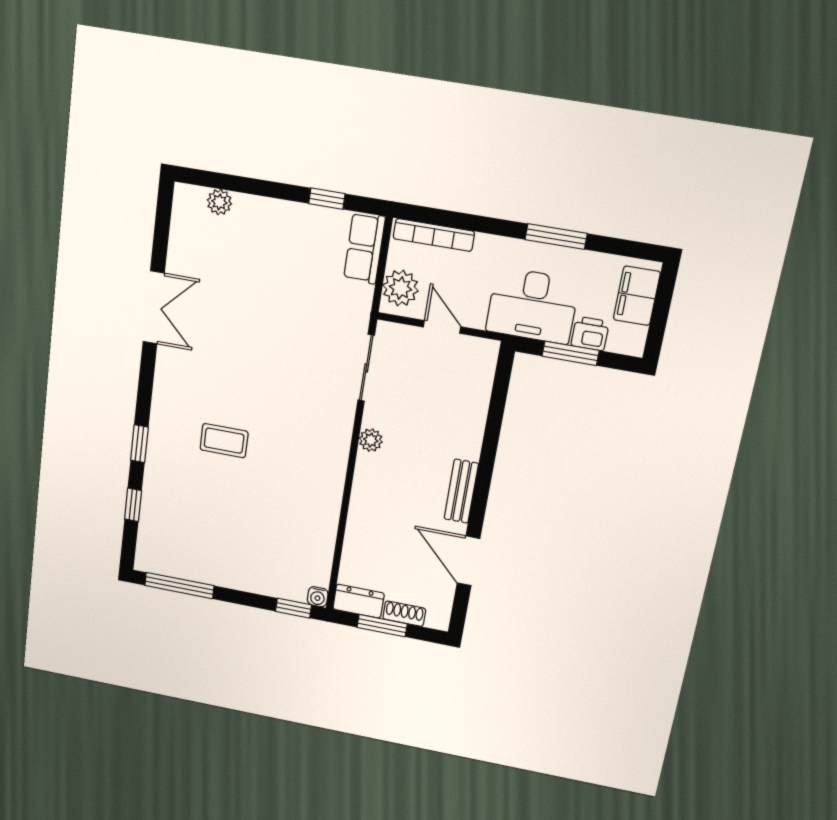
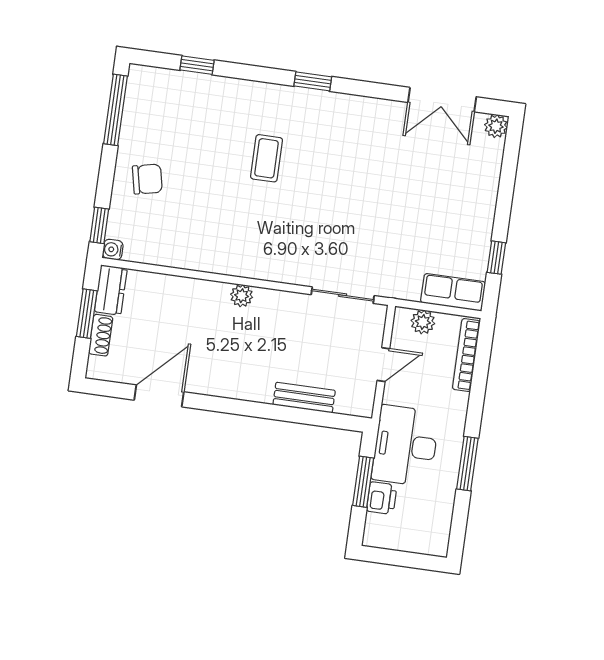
plant: (219, 202) -> (496, 126), moved
plant: (401, 288) -> (423, 322), width x0.73, depth x0.73
filing cabinet: (637, 296) -> (417, 537), removed
double door: (154, 308) -> (442, 100), moved
plant: (371, 440) -> (242, 296), moved
window: (139, 444) -> (313, 81), moved
bench: (461, 491) -> (304, 398), moved
chair: (247, 559) -> (147, 179), added

